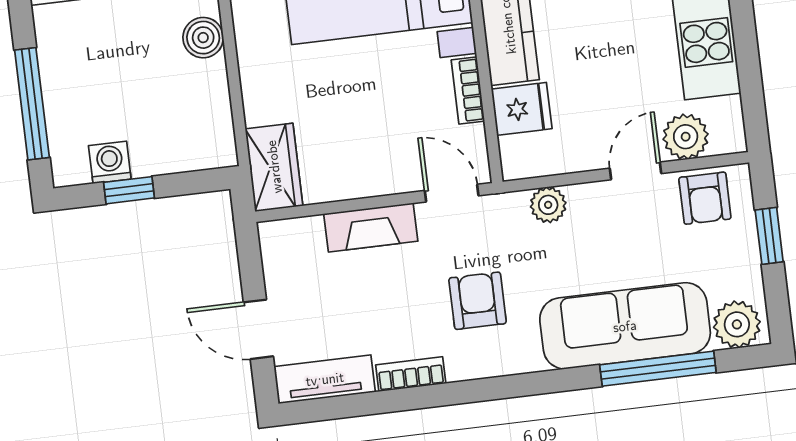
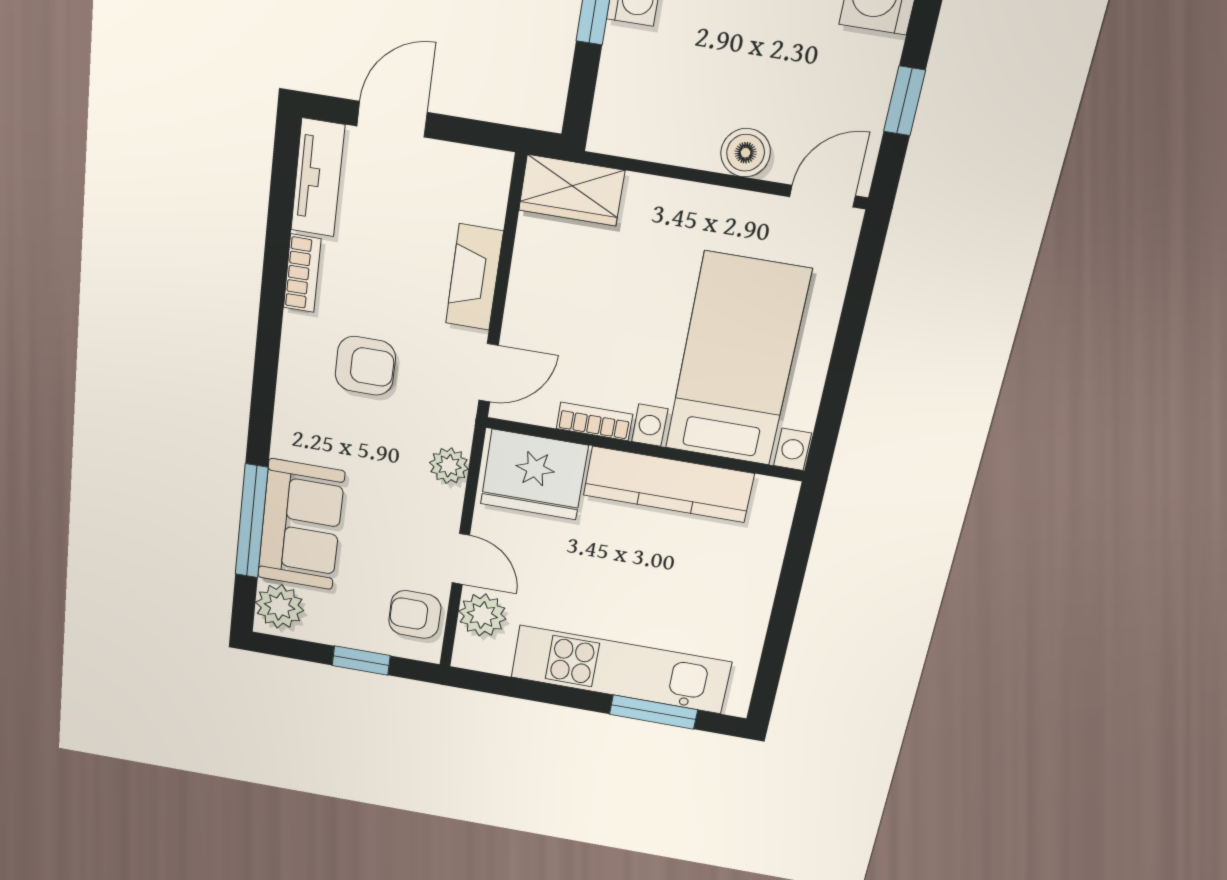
fridge: (522, 109) -> (534, 475), width x1.88, depth x1.34
sofa: (625, 326) -> (301, 525), width x0.73

